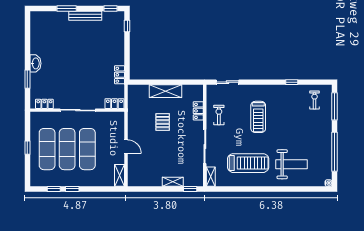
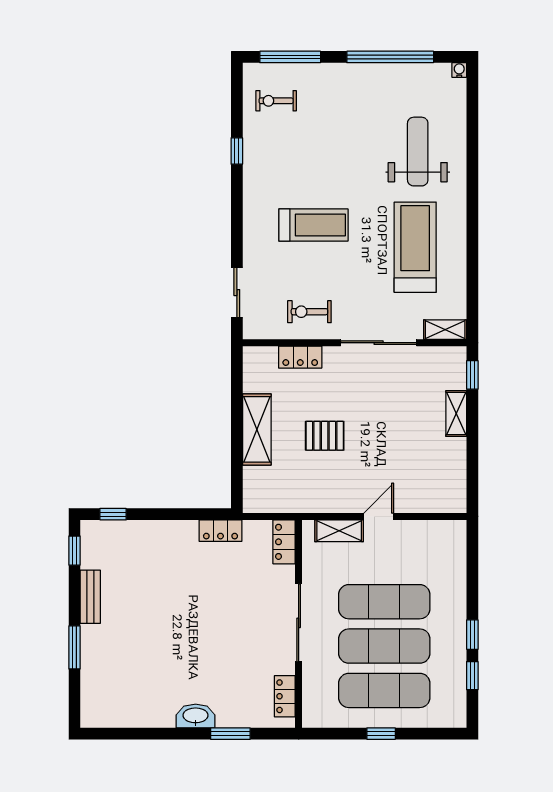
bench: (85, 16) -> (90, 597), width x0.73
shelving: (119, 175) -> (339, 531), moved

